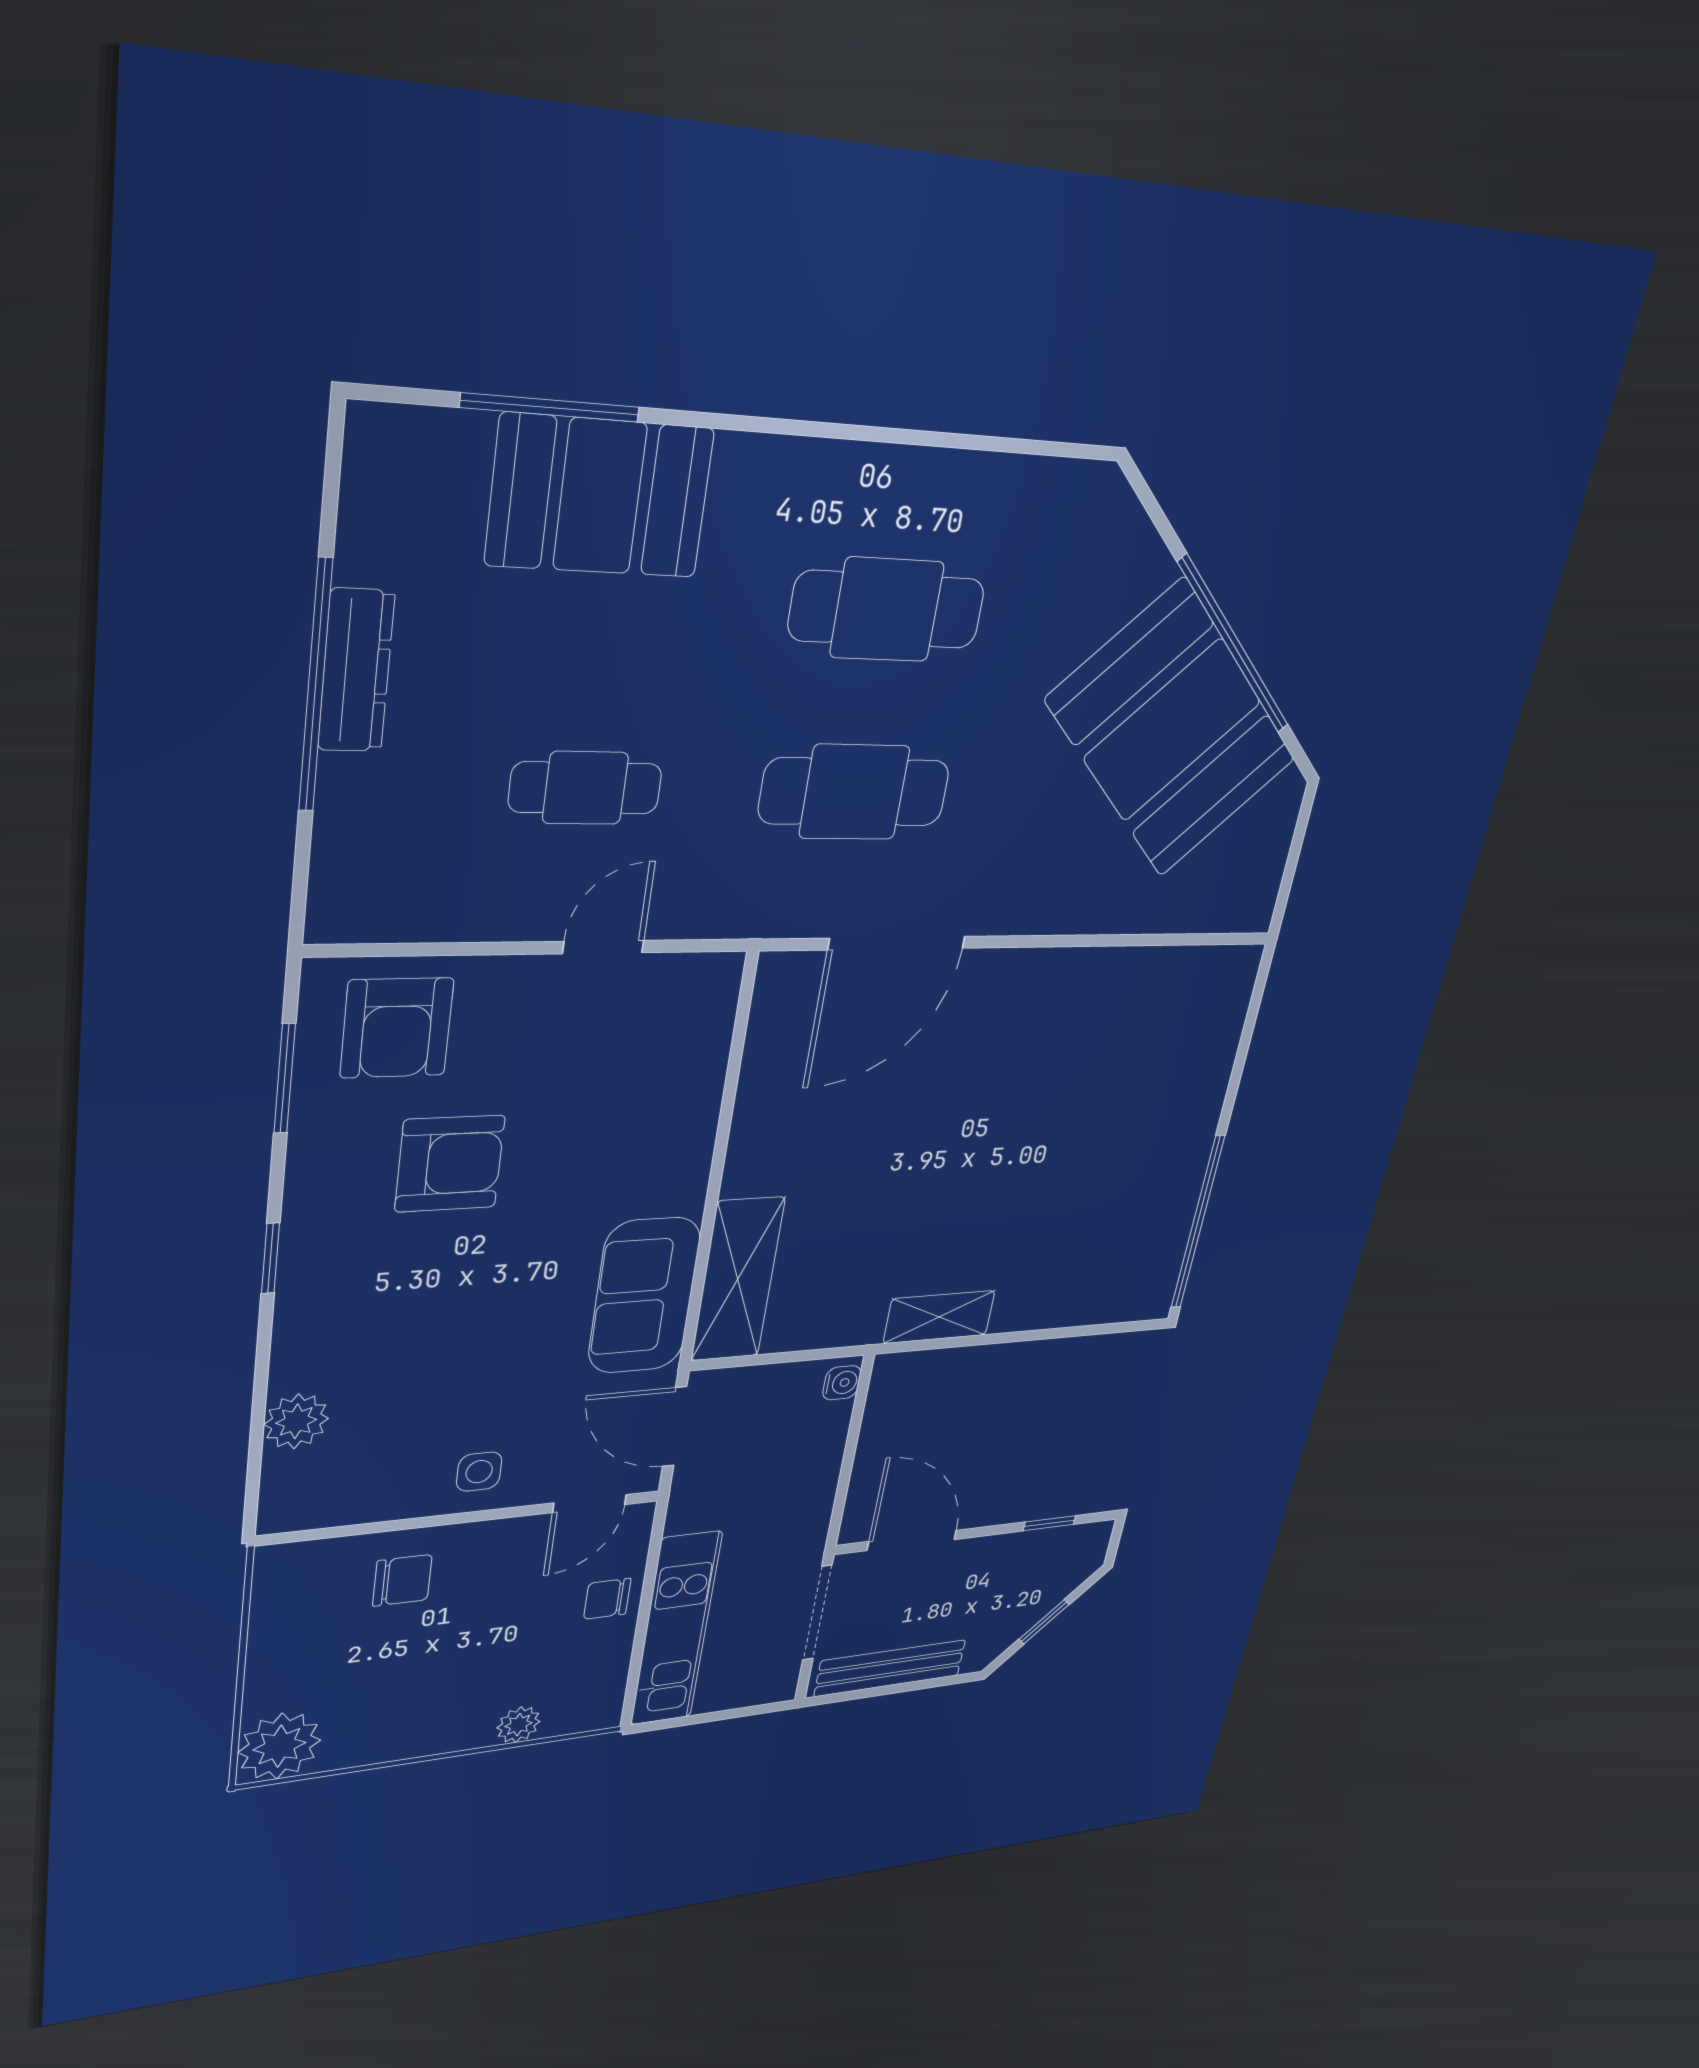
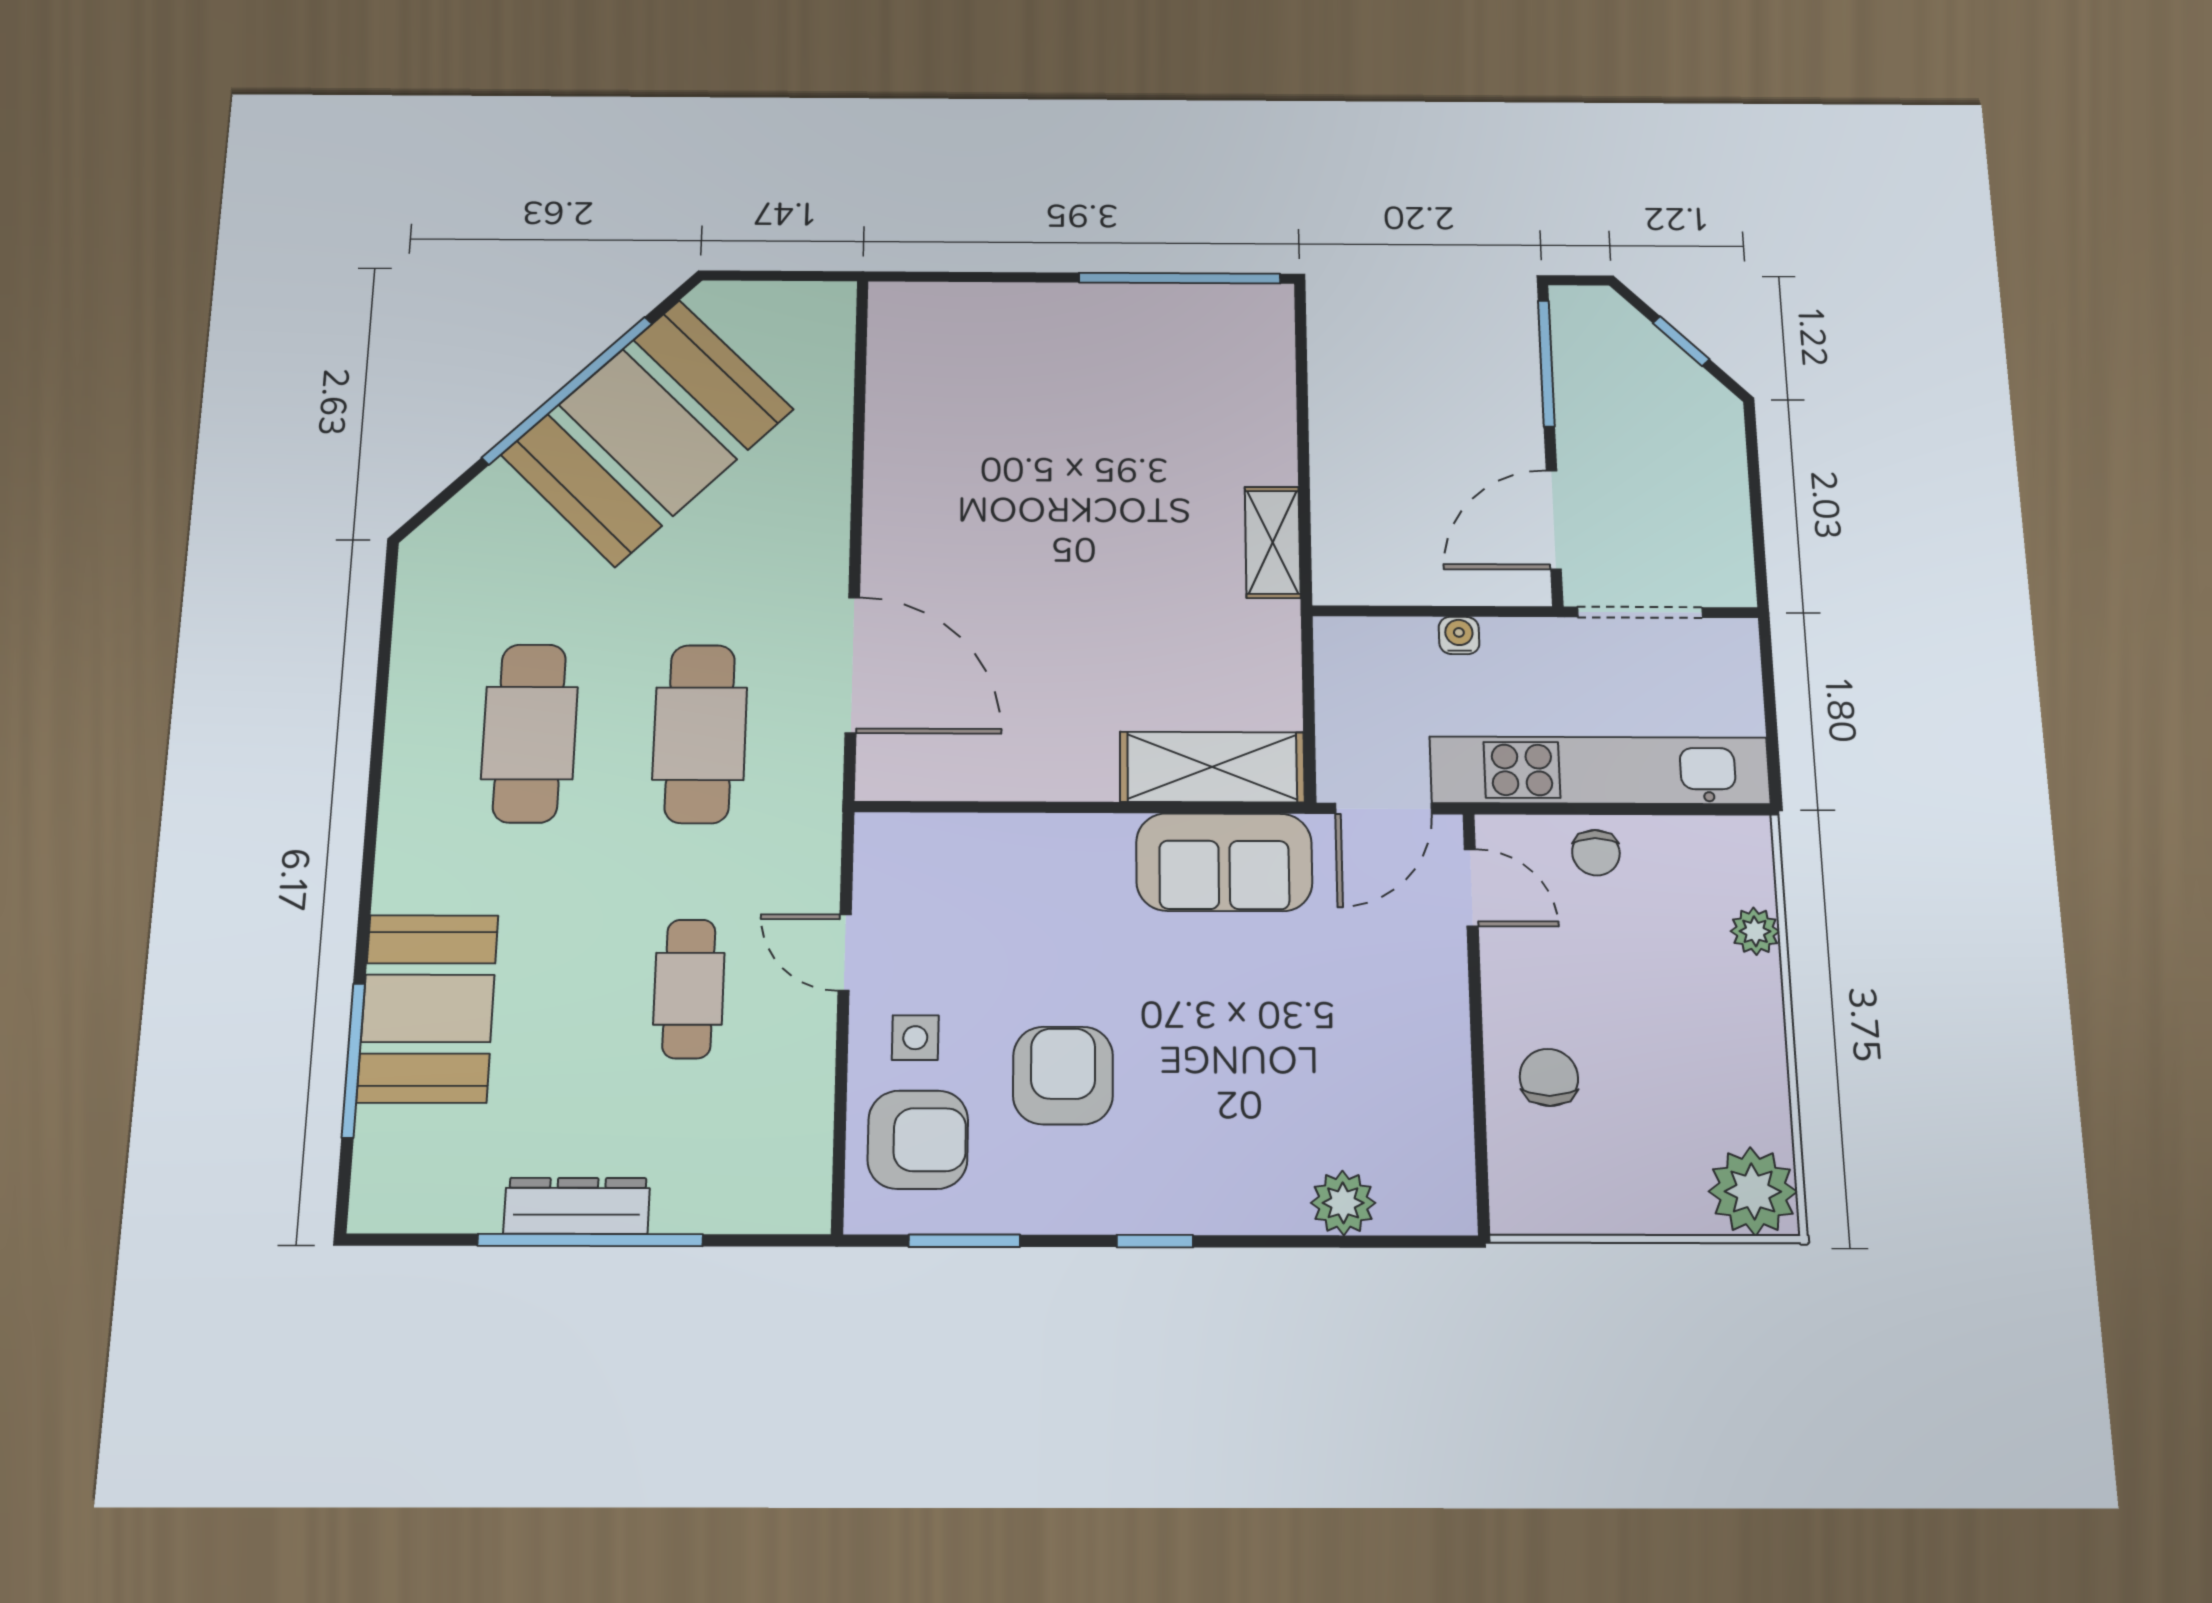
water cooler: (842, 1383) -> (1459, 635), moved
side table: (479, 1472) -> (915, 1038), moved
window: (1049, 1523) -> (1546, 363), width x2.17
kitchen unit: (676, 1629) -> (1600, 770), width x1.36
bench: (890, 1668) -> (1726, 513), removed

